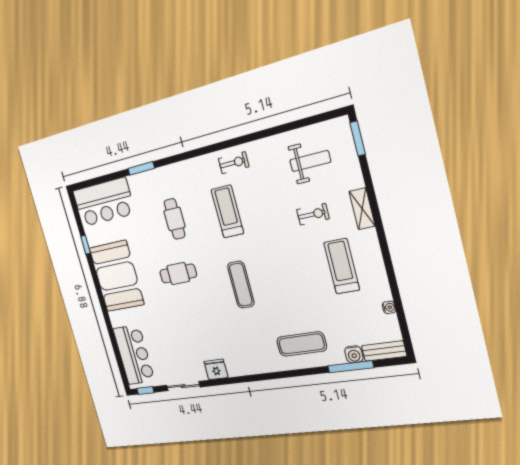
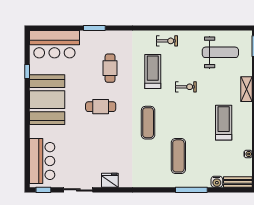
weight bench: (310, 161) -> (220, 52), width x1.36, depth x1.33
exercise bike: (313, 214) -> (186, 87), moved
exercise mat: (302, 344) -> (178, 156), moved, turned 90
window: (351, 367) -> (191, 190), moved

